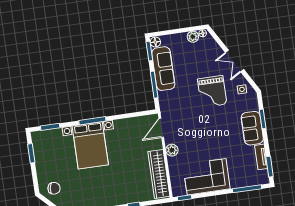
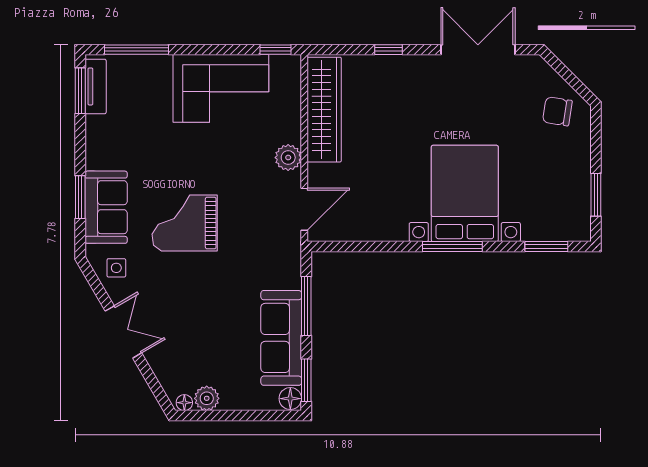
grand piano: (212, 92) -> (185, 223), moved, turned -90
sofa: (252, 128) -> (106, 207), moved
tv unit: (261, 157) -> (96, 86), moved

